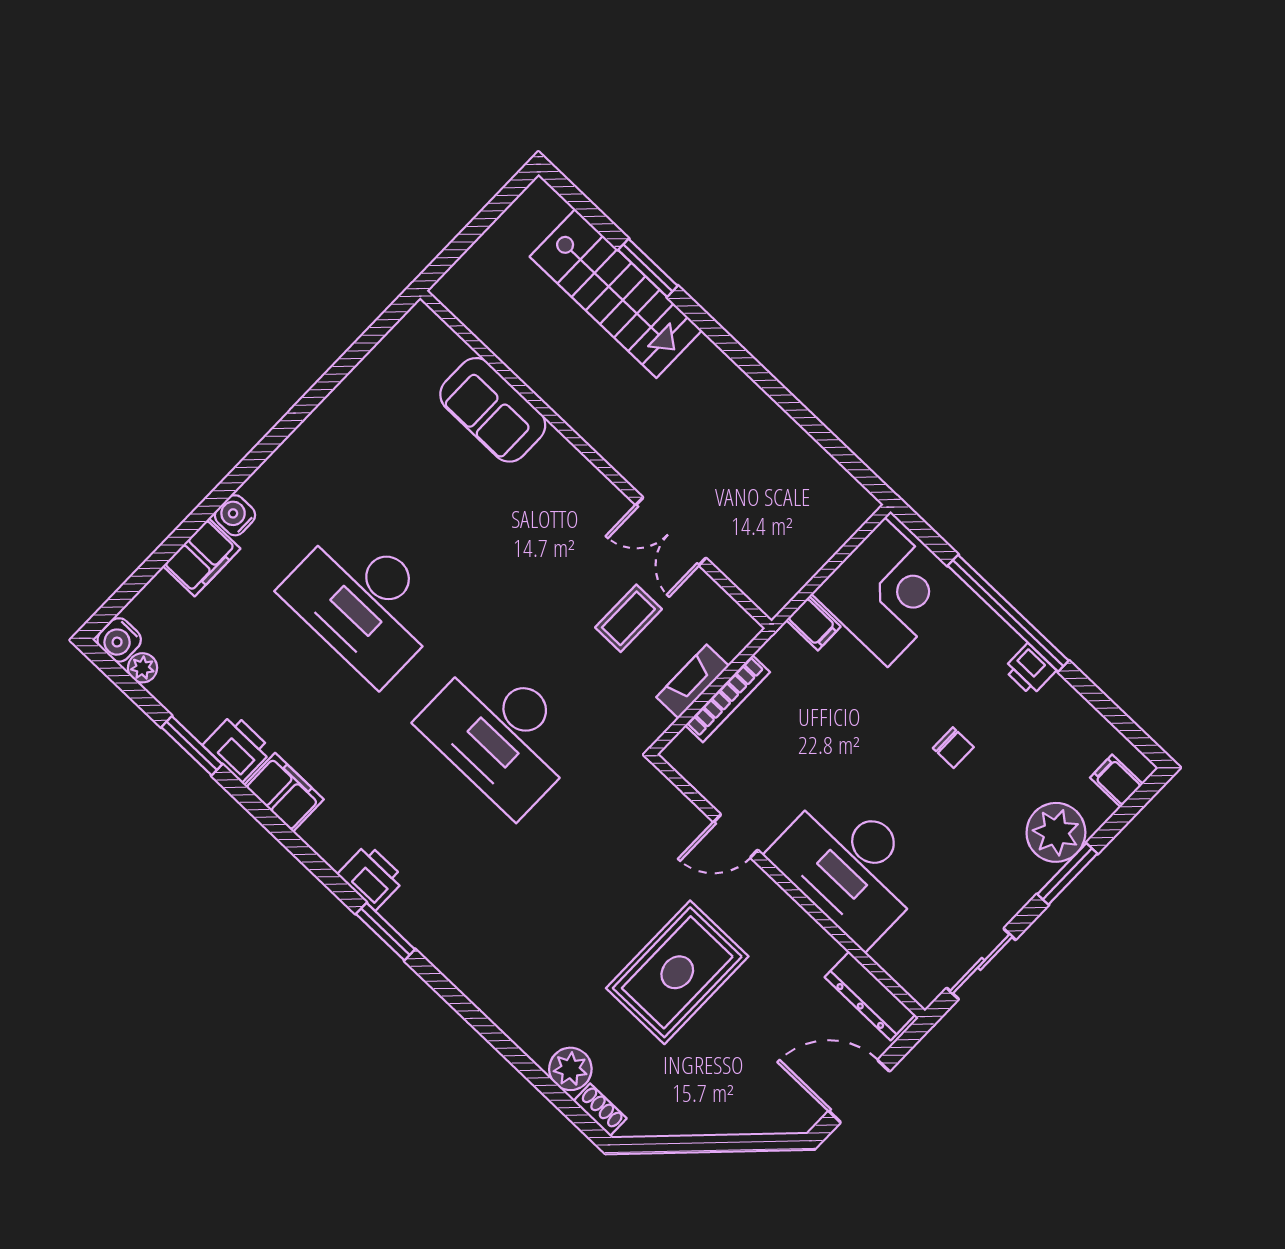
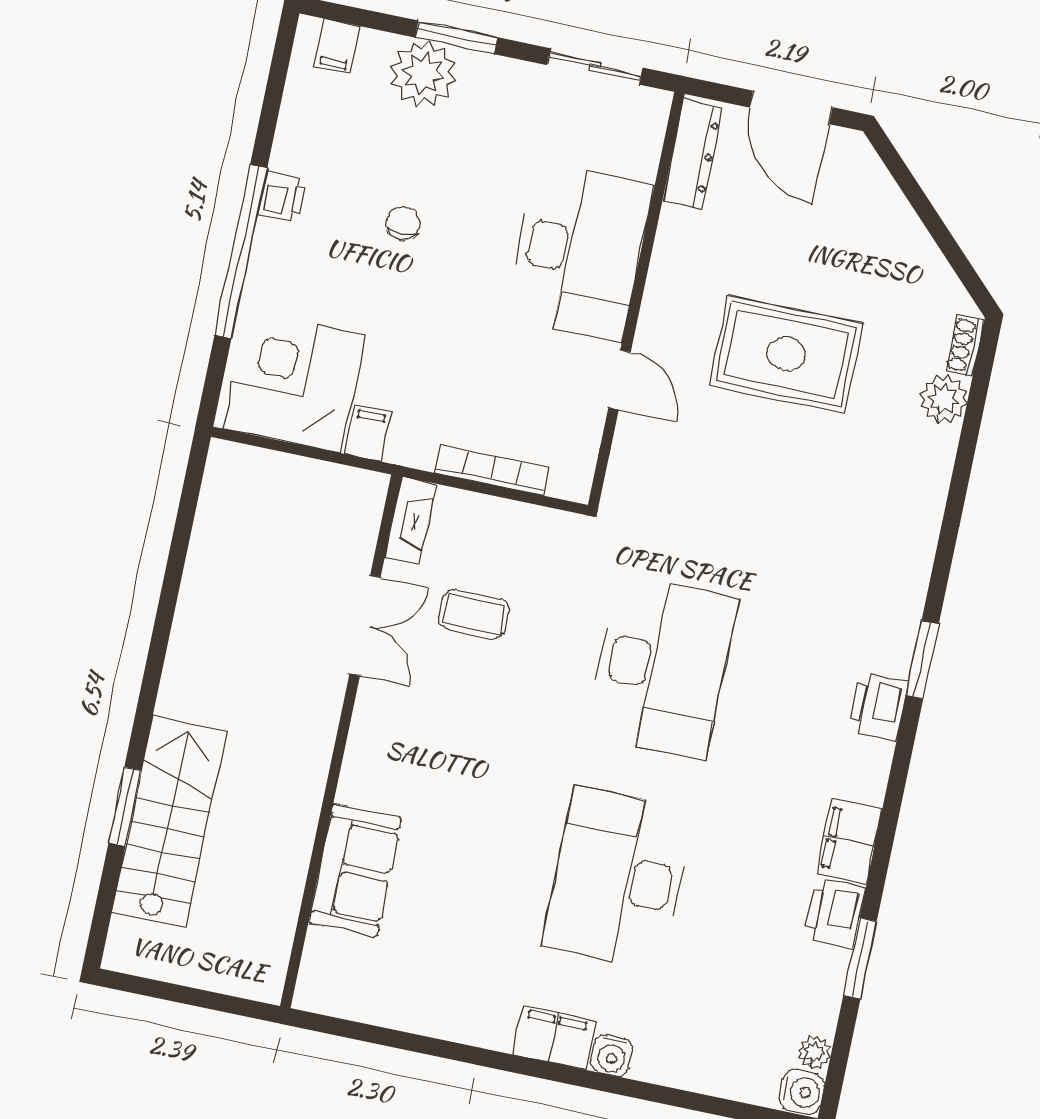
filing cabinet: (202, 557) -> (554, 1037), moved
desk: (364, 602) -> (618, 879), turned 180
fireplace: (693, 681) -> (410, 521), moved, turned -90

